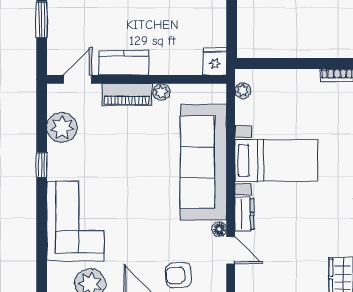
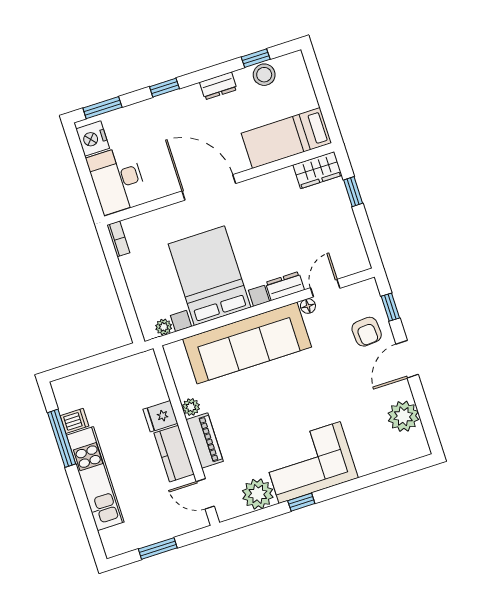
fridge: (215, 61) -> (160, 416), moved
bed with nightstands: (276, 160) -> (209, 276), width x1.36
corner sofa: (76, 221) -> (310, 462), moved

